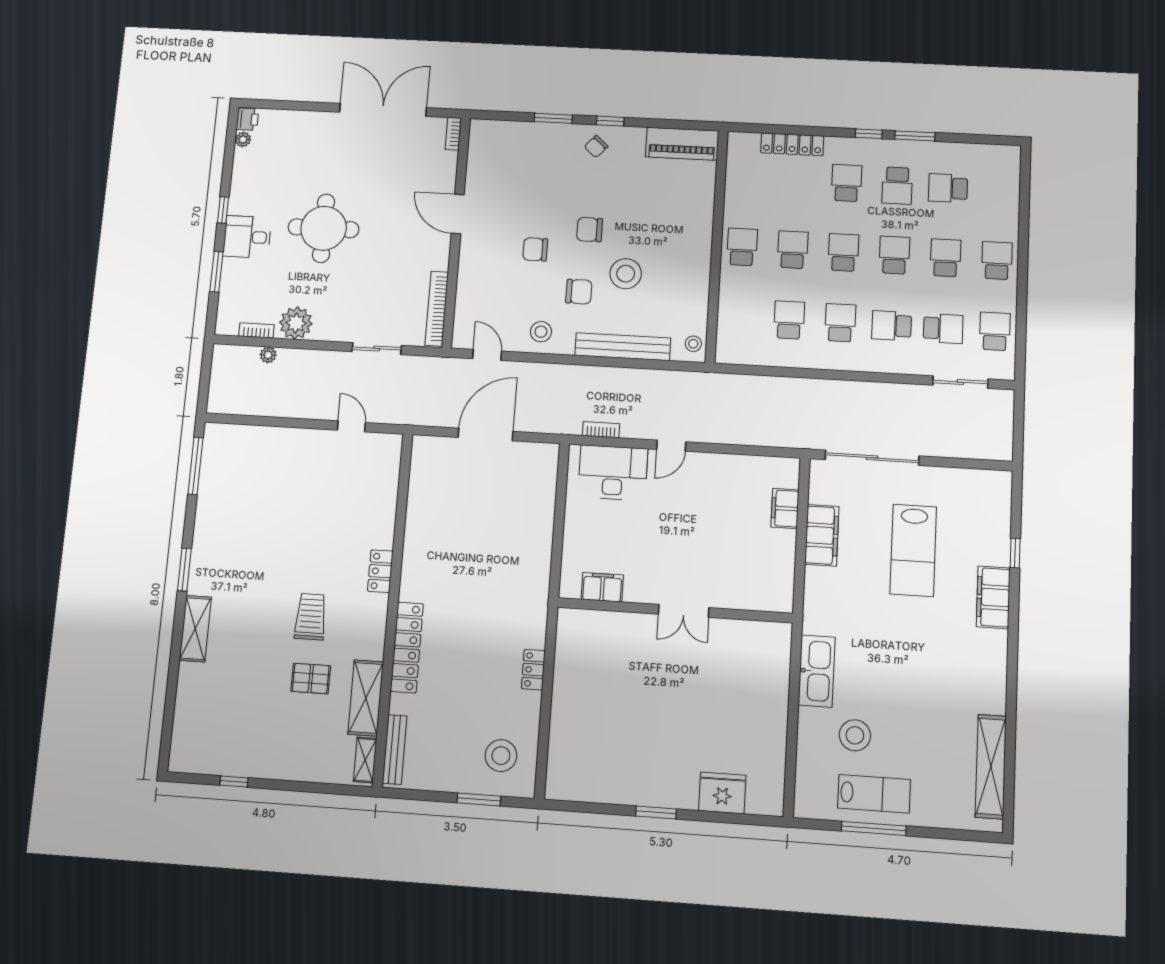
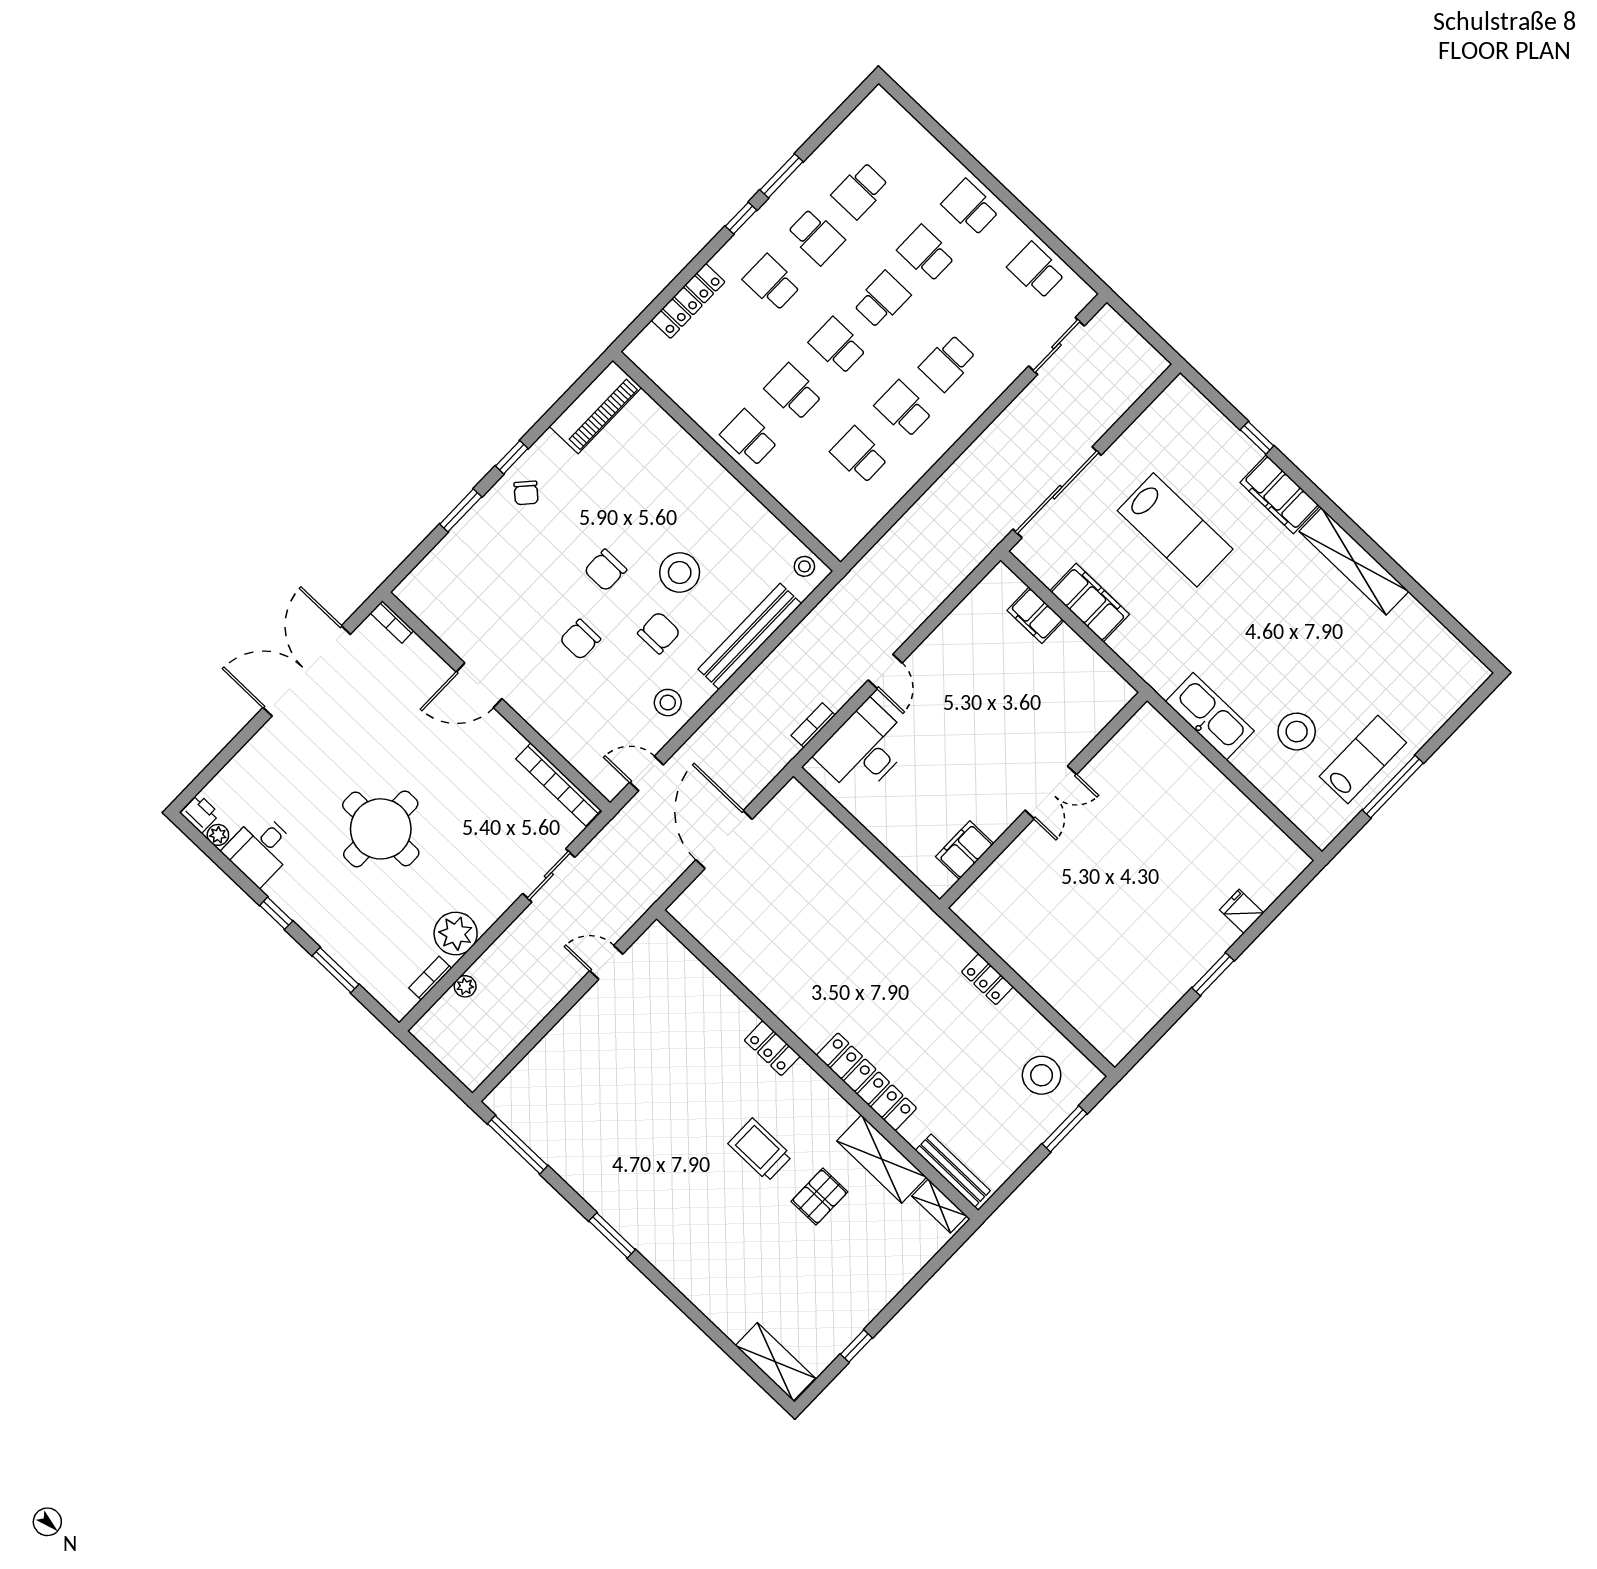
desk: (247, 237) -> (260, 849), moved
school desk: (894, 255) -> (882, 300), turned 90
school desk: (943, 329) -> (992, 317), removed
shelving: (195, 629) -> (775, 1362), moved
shelving: (991, 767) -> (1354, 561), moved
fridge: (722, 793) -> (1242, 911), width x0.53, depth x0.75

